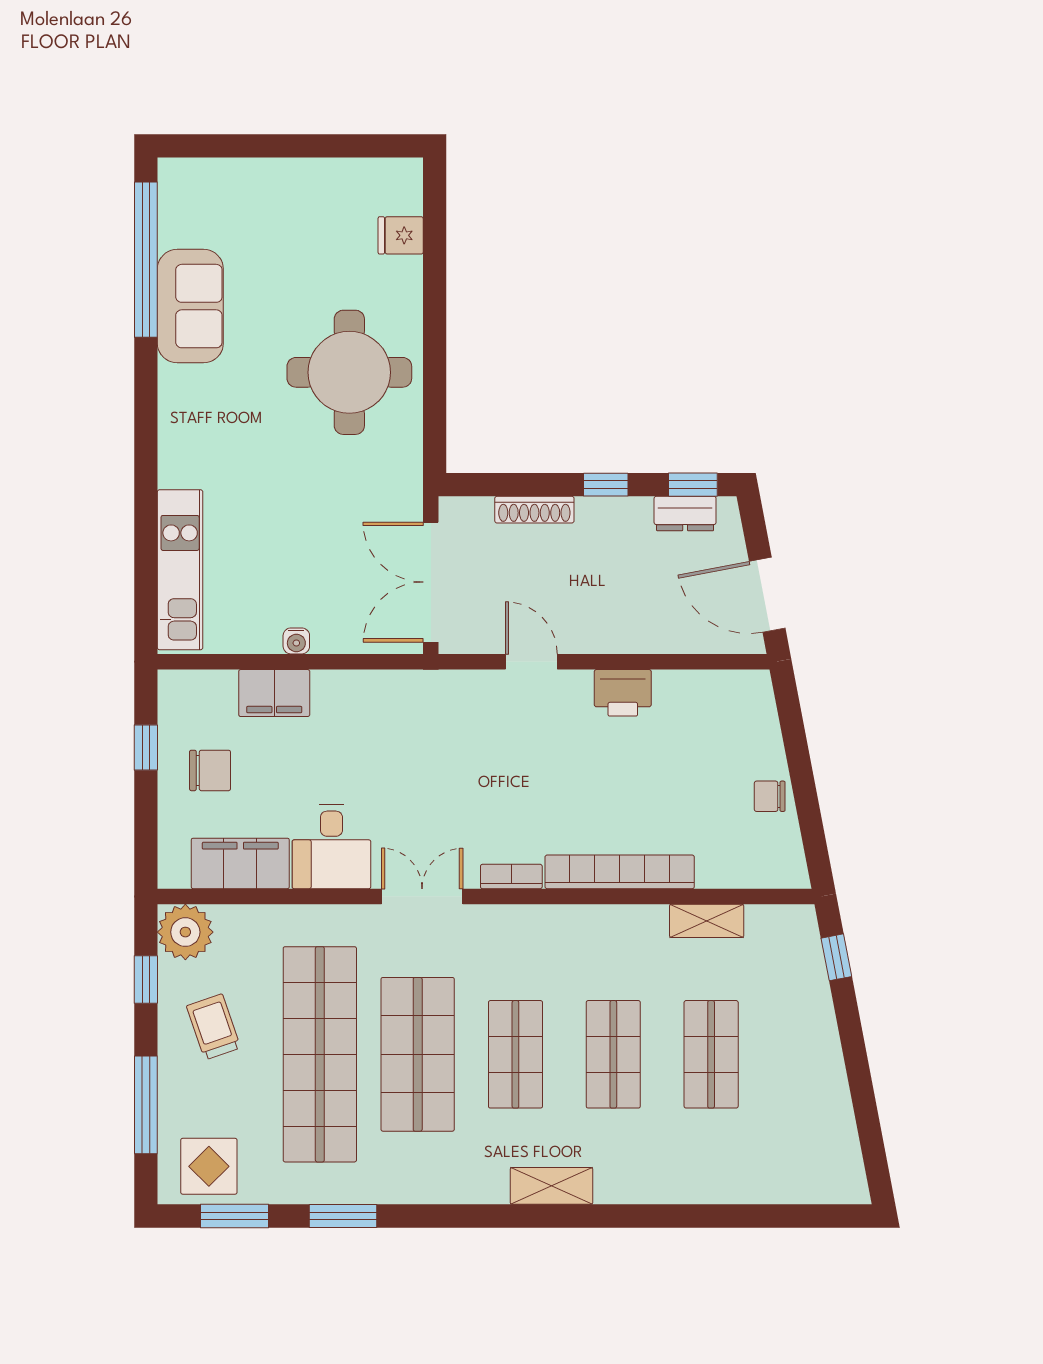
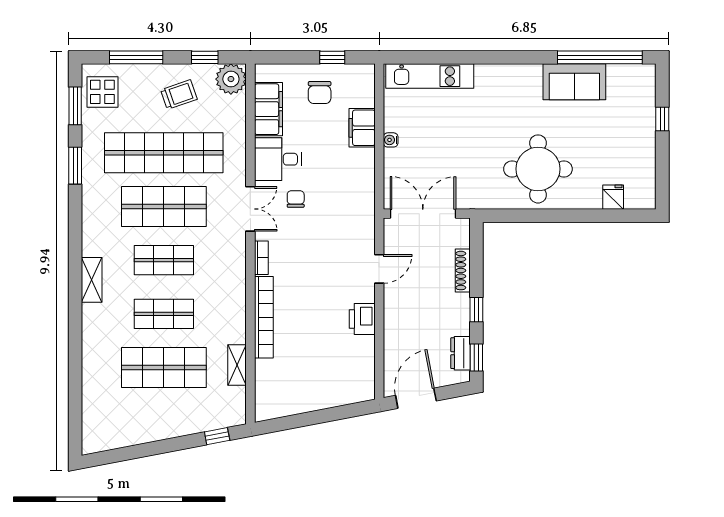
window: (258, 146) -> (662, 119), added
chair: (770, 796) -> (296, 199), moved
shop shelf: (711, 1054) -> (164, 367), width x1.43, depth x1.36

